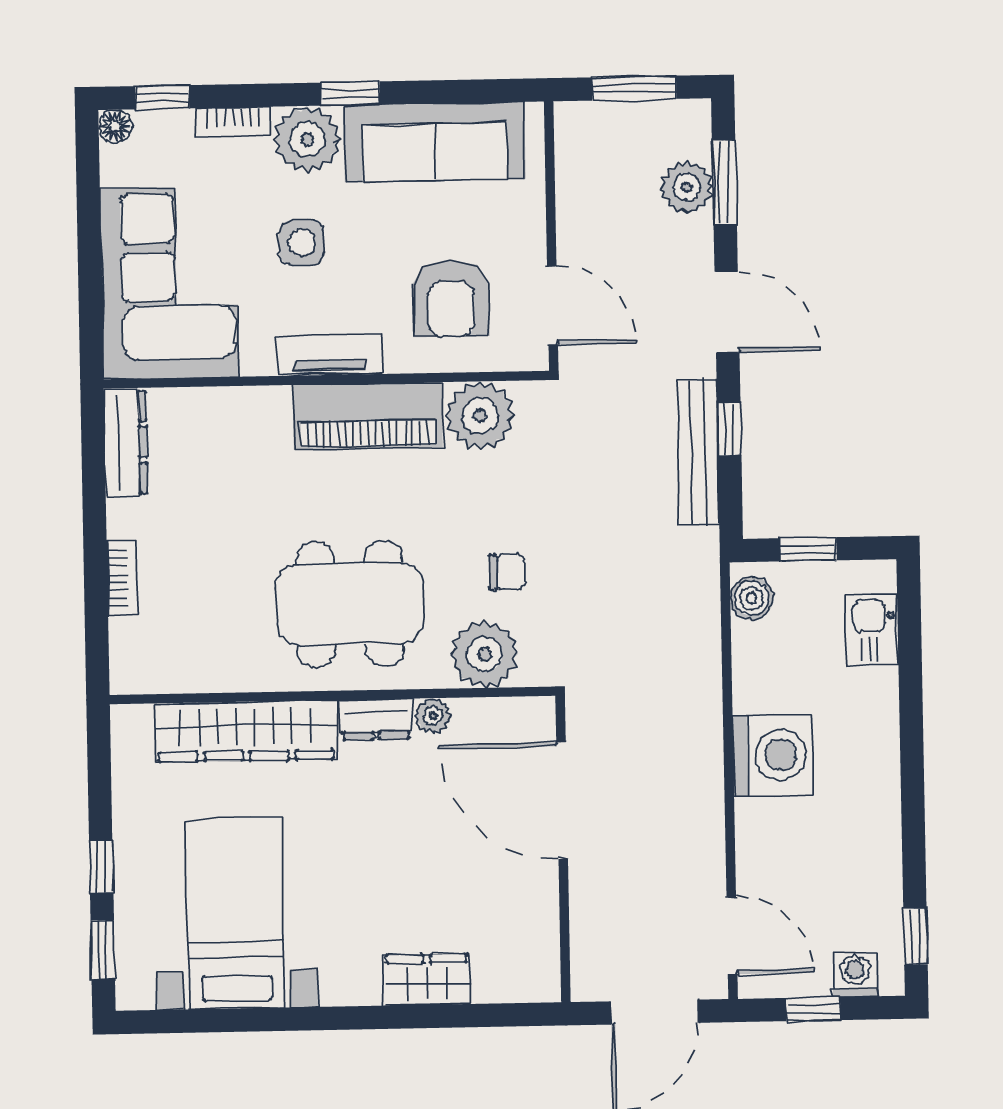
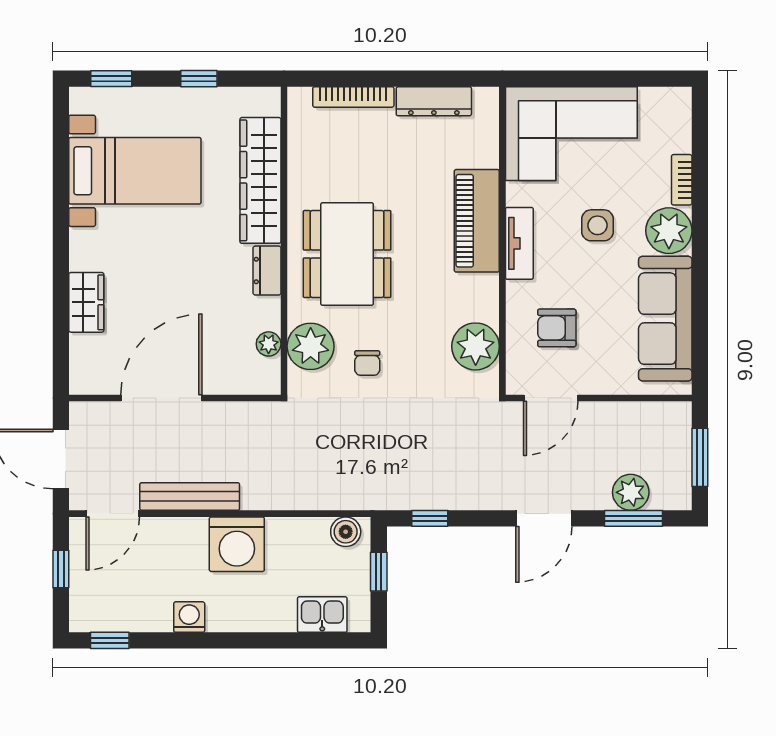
window: (350, 94) -> (700, 261), removed
window: (162, 97) -> (700, 131), removed
floor lamp: (115, 126) -> (680, 98), removed
armchair: (451, 299) -> (557, 328), width x0.72, depth x0.72
piano: (368, 416) -> (477, 221), moved
window: (729, 429) -> (430, 518), moved
dresser: (126, 442) -> (434, 101), moved
bench: (698, 452) -> (190, 496), moved
bookcase: (122, 578) -> (353, 97), width x1.56
plant: (433, 716) -> (269, 344), moved
door: (562, 801) -> (161, 398), moved
window: (101, 867) -> (199, 79), moved
washing machine: (855, 974) -> (189, 617), moved, turned -90

